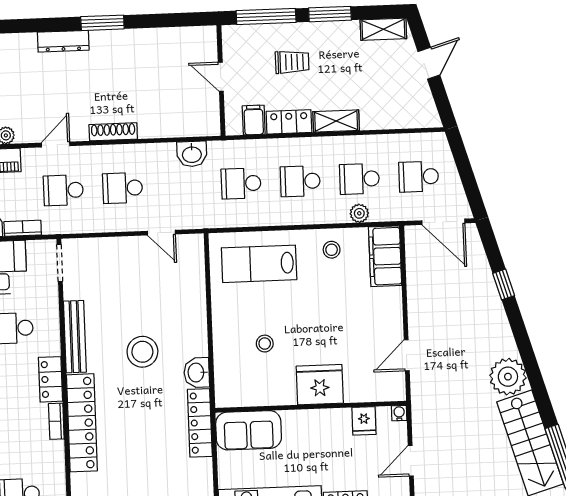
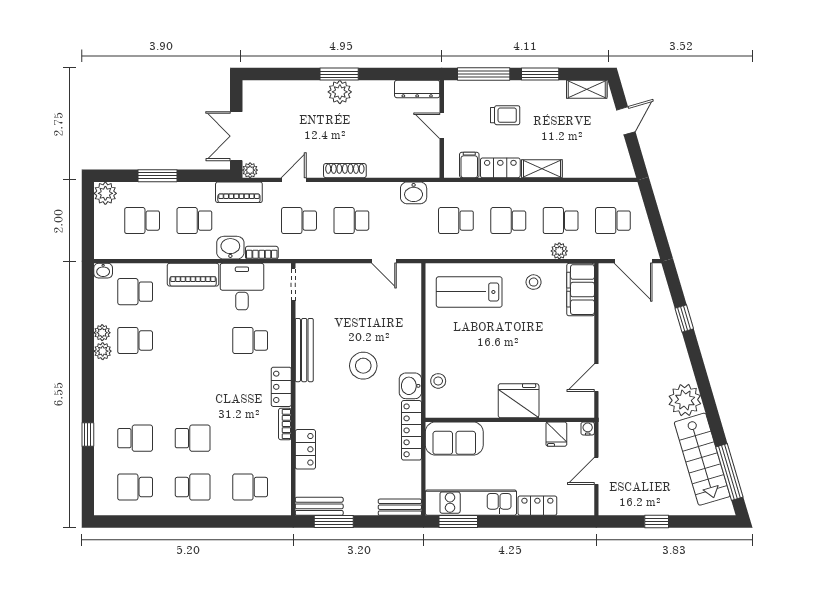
dresser: (63, 41) -> (417, 89), moved
plant: (104, 43) -> (340, 92), added
stool: (265, 344) -> (438, 381), moved
locker: (82, 423) -> (305, 449), width x0.46, depth x0.83

